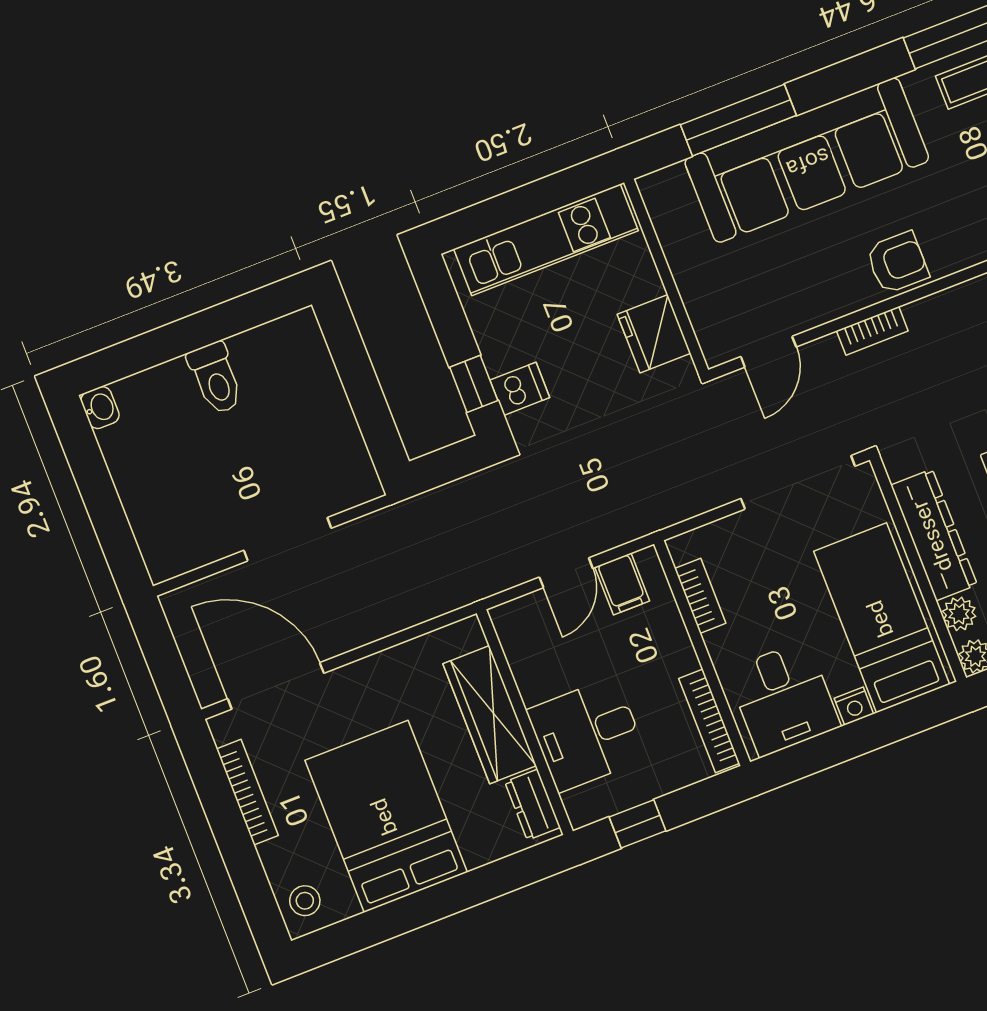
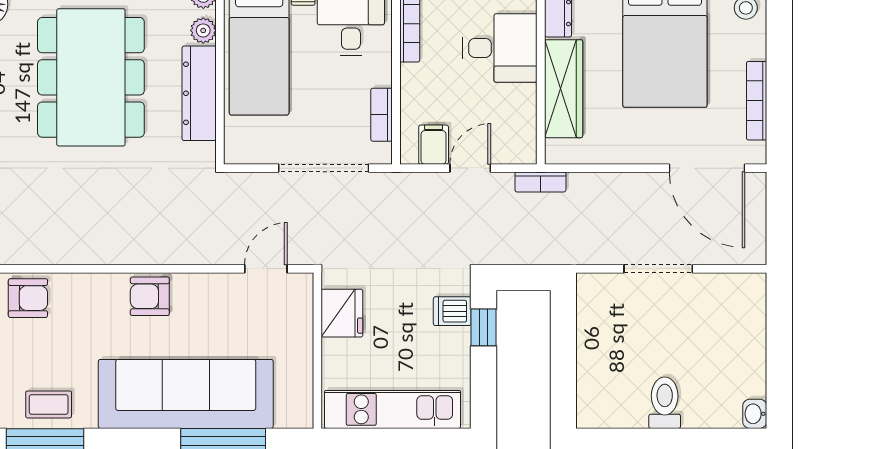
bookcase: (872, 331) -> (540, 182), moved, turned 180
doorway: (798, 482) -> (324, 168), moved

